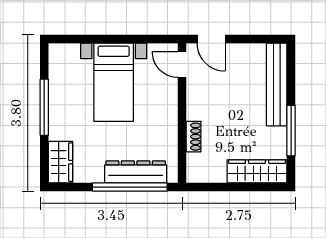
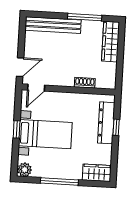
window: (118, 39) -> (17, 129), added
plant: (59, 54) -> (25, 170), added
window: (130, 187) -> (116, 127), width x0.32

